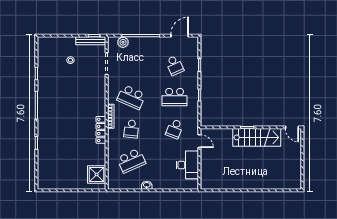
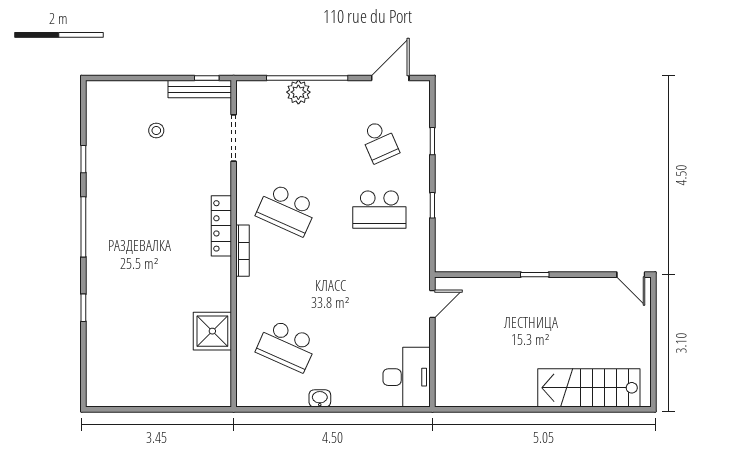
plant: (123, 42) -> (298, 92), moved
school desk: (131, 129) -> (287, 278), removed
school desk: (175, 129) -> (379, 278), removed
locker: (101, 130) -> (221, 226), moved
stairs: (257, 137) -> (589, 388), moved, turned 180
door: (199, 141) -> (432, 304), hinge flipped
school desk: (131, 161) -> (287, 346), turned 48
desk: (187, 165) -> (407, 377), moved
shower: (97, 175) -> (212, 331), moved

